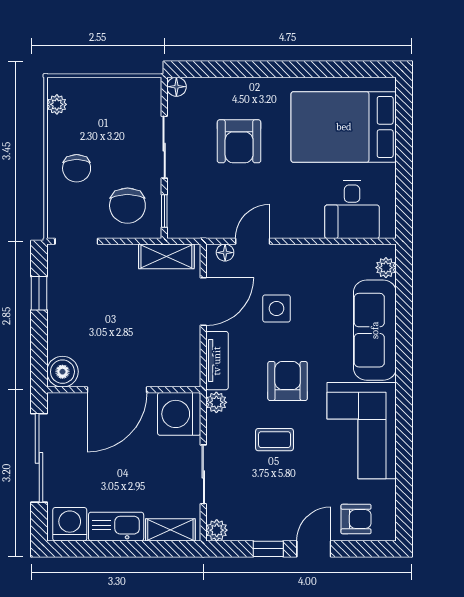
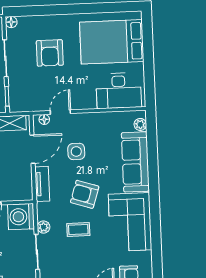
desk: (352, 209) -> (119, 91), width x1.37
armchair: (288, 381) -> (85, 194), turned -72
plant: (216, 402) -> (44, 227), moved

